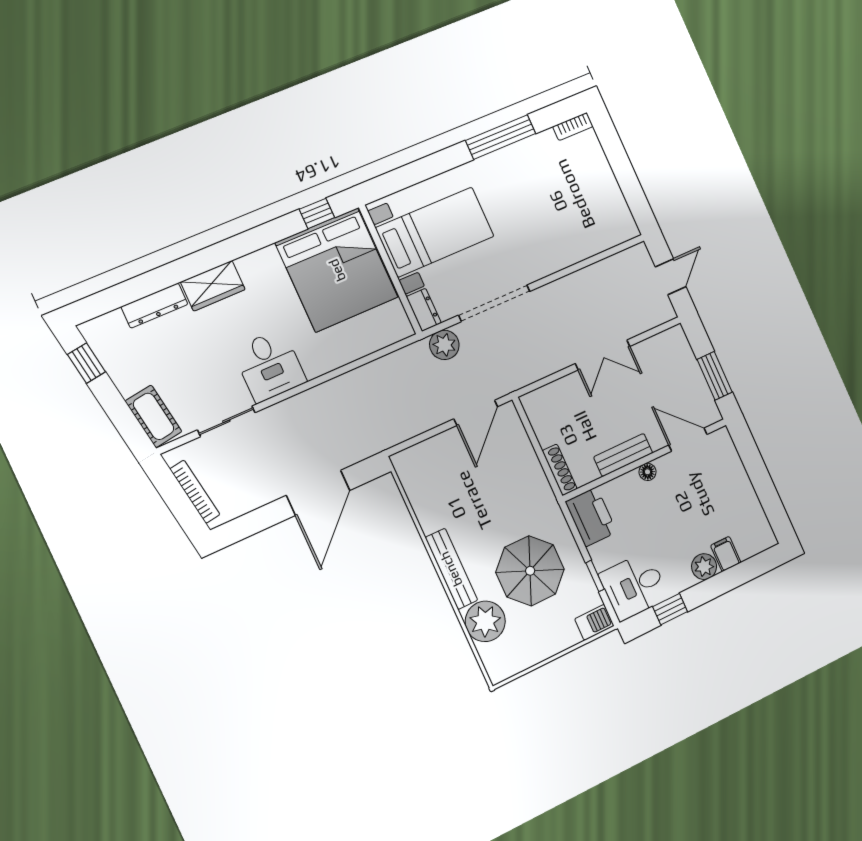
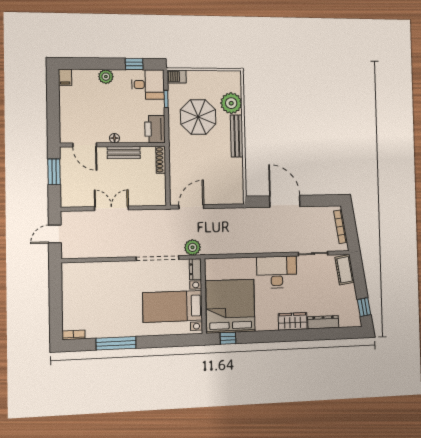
desk: (270, 366) -> (277, 272), width x1.37
door: (318, 493) -> (285, 201), hinge flipped
filing cabinet: (726, 554) -> (65, 77), moved

